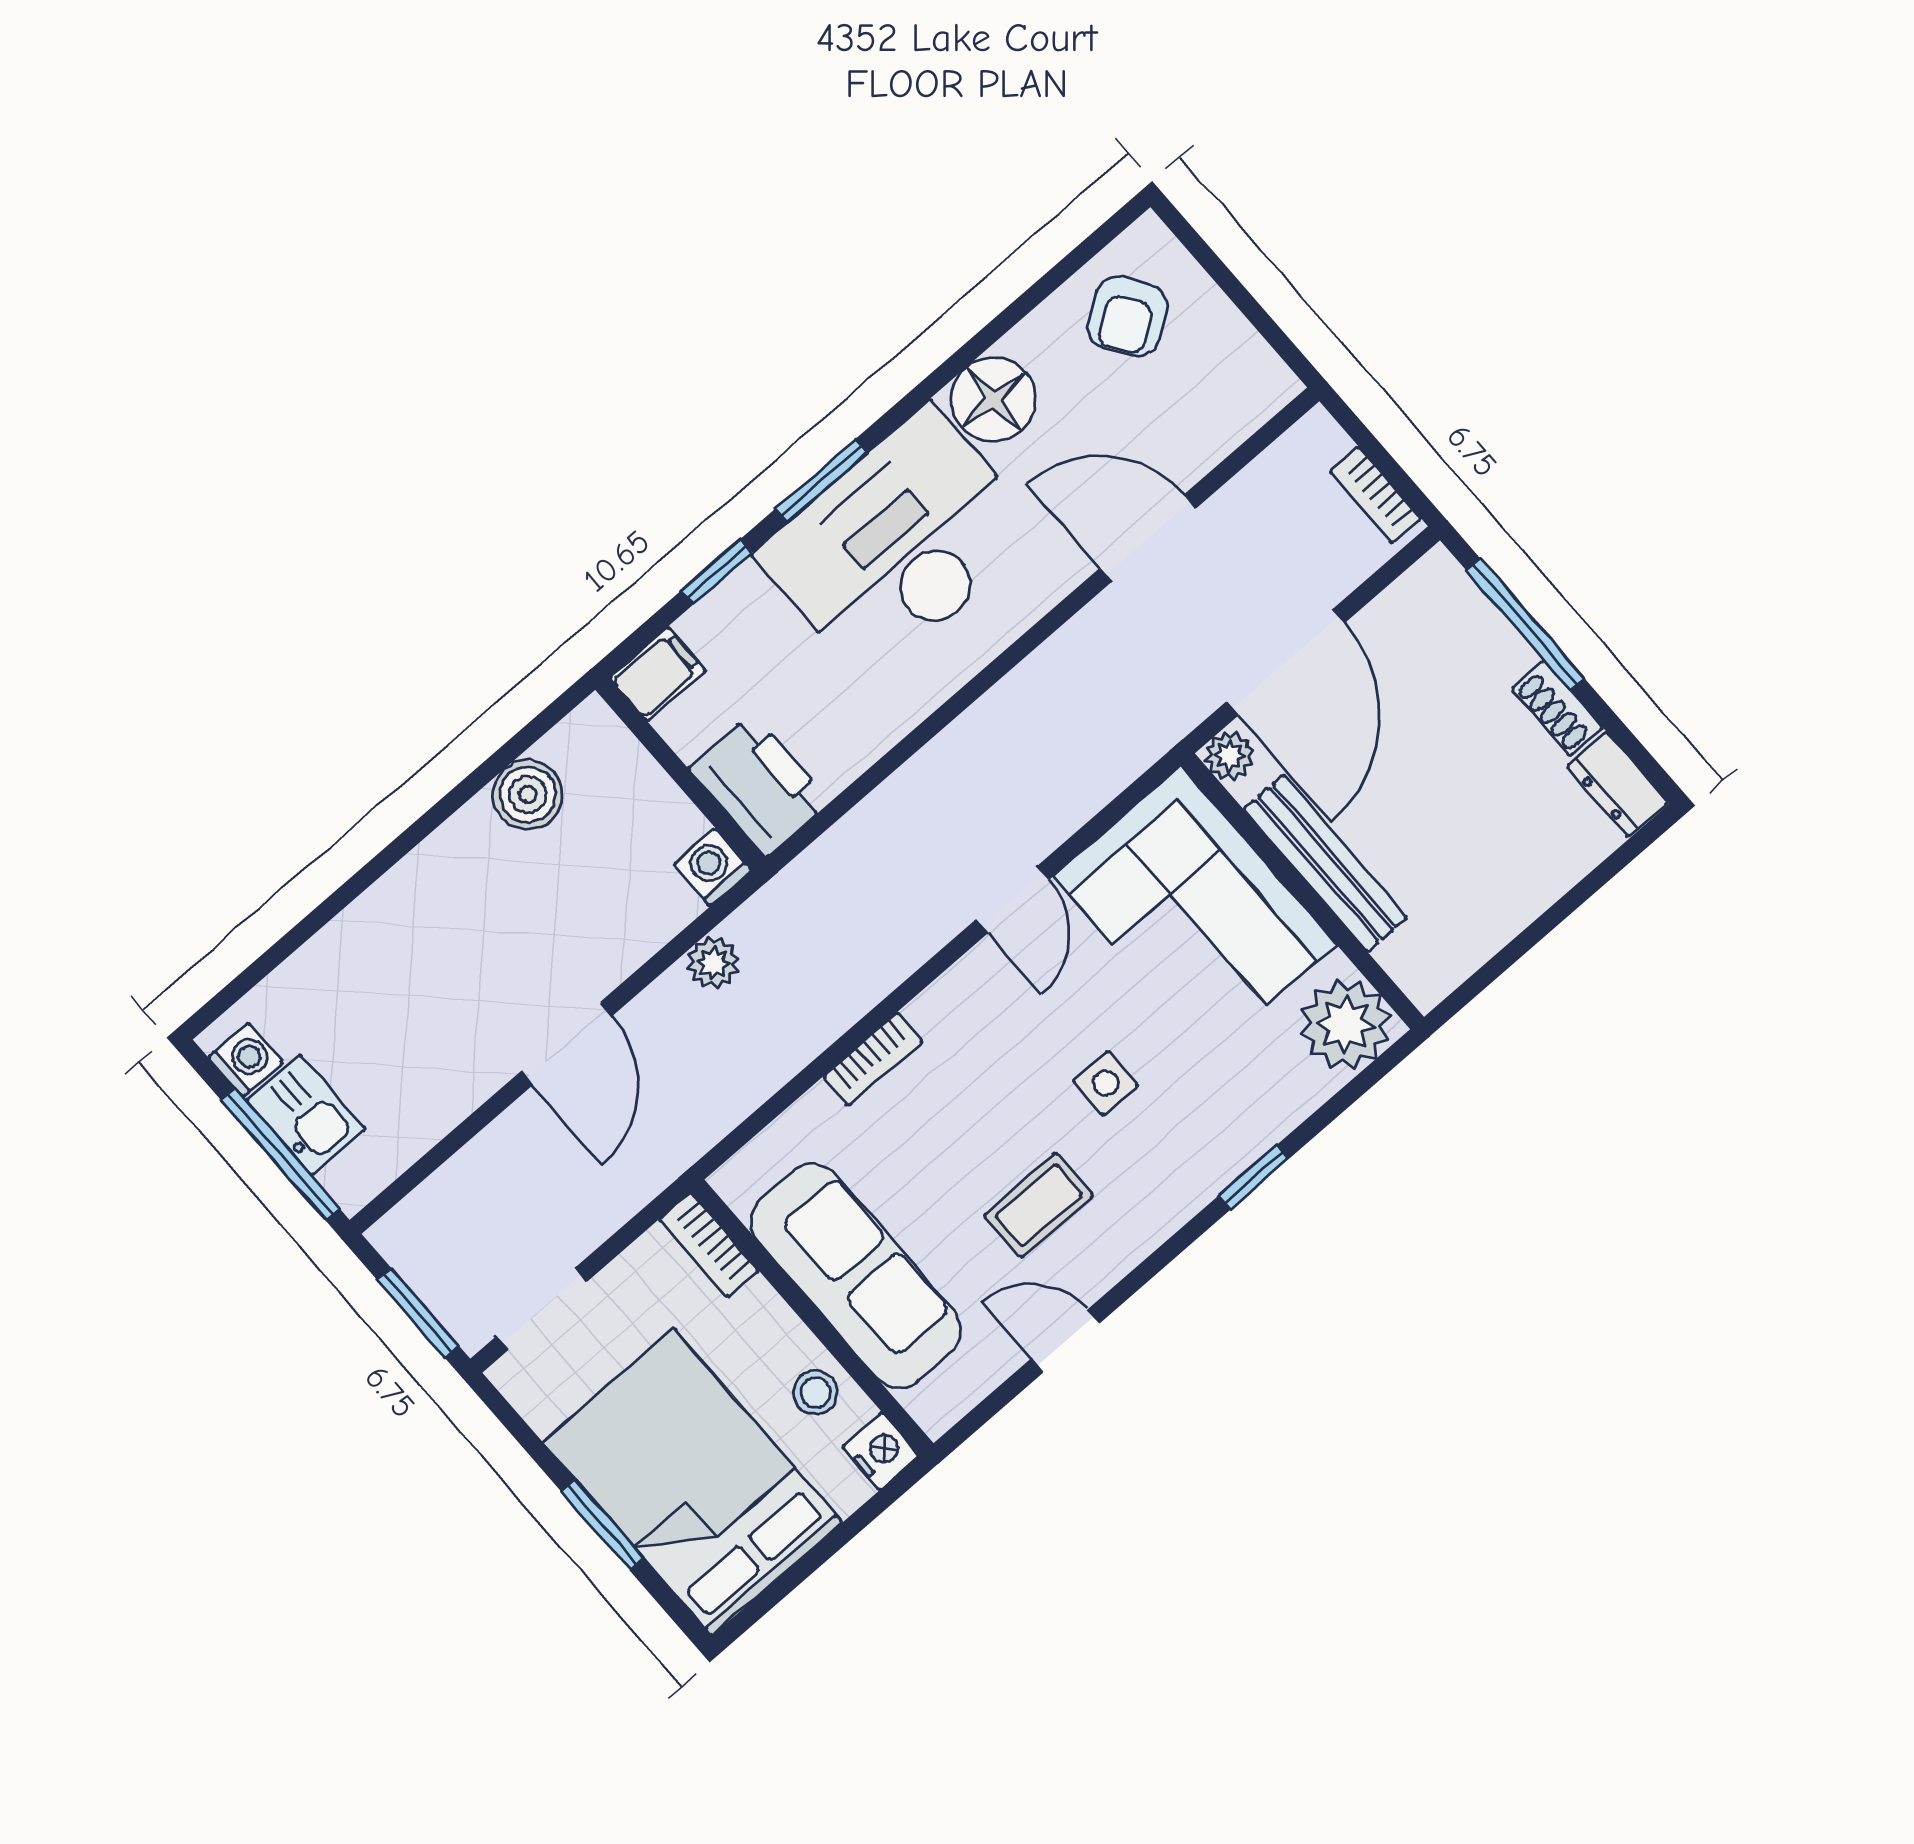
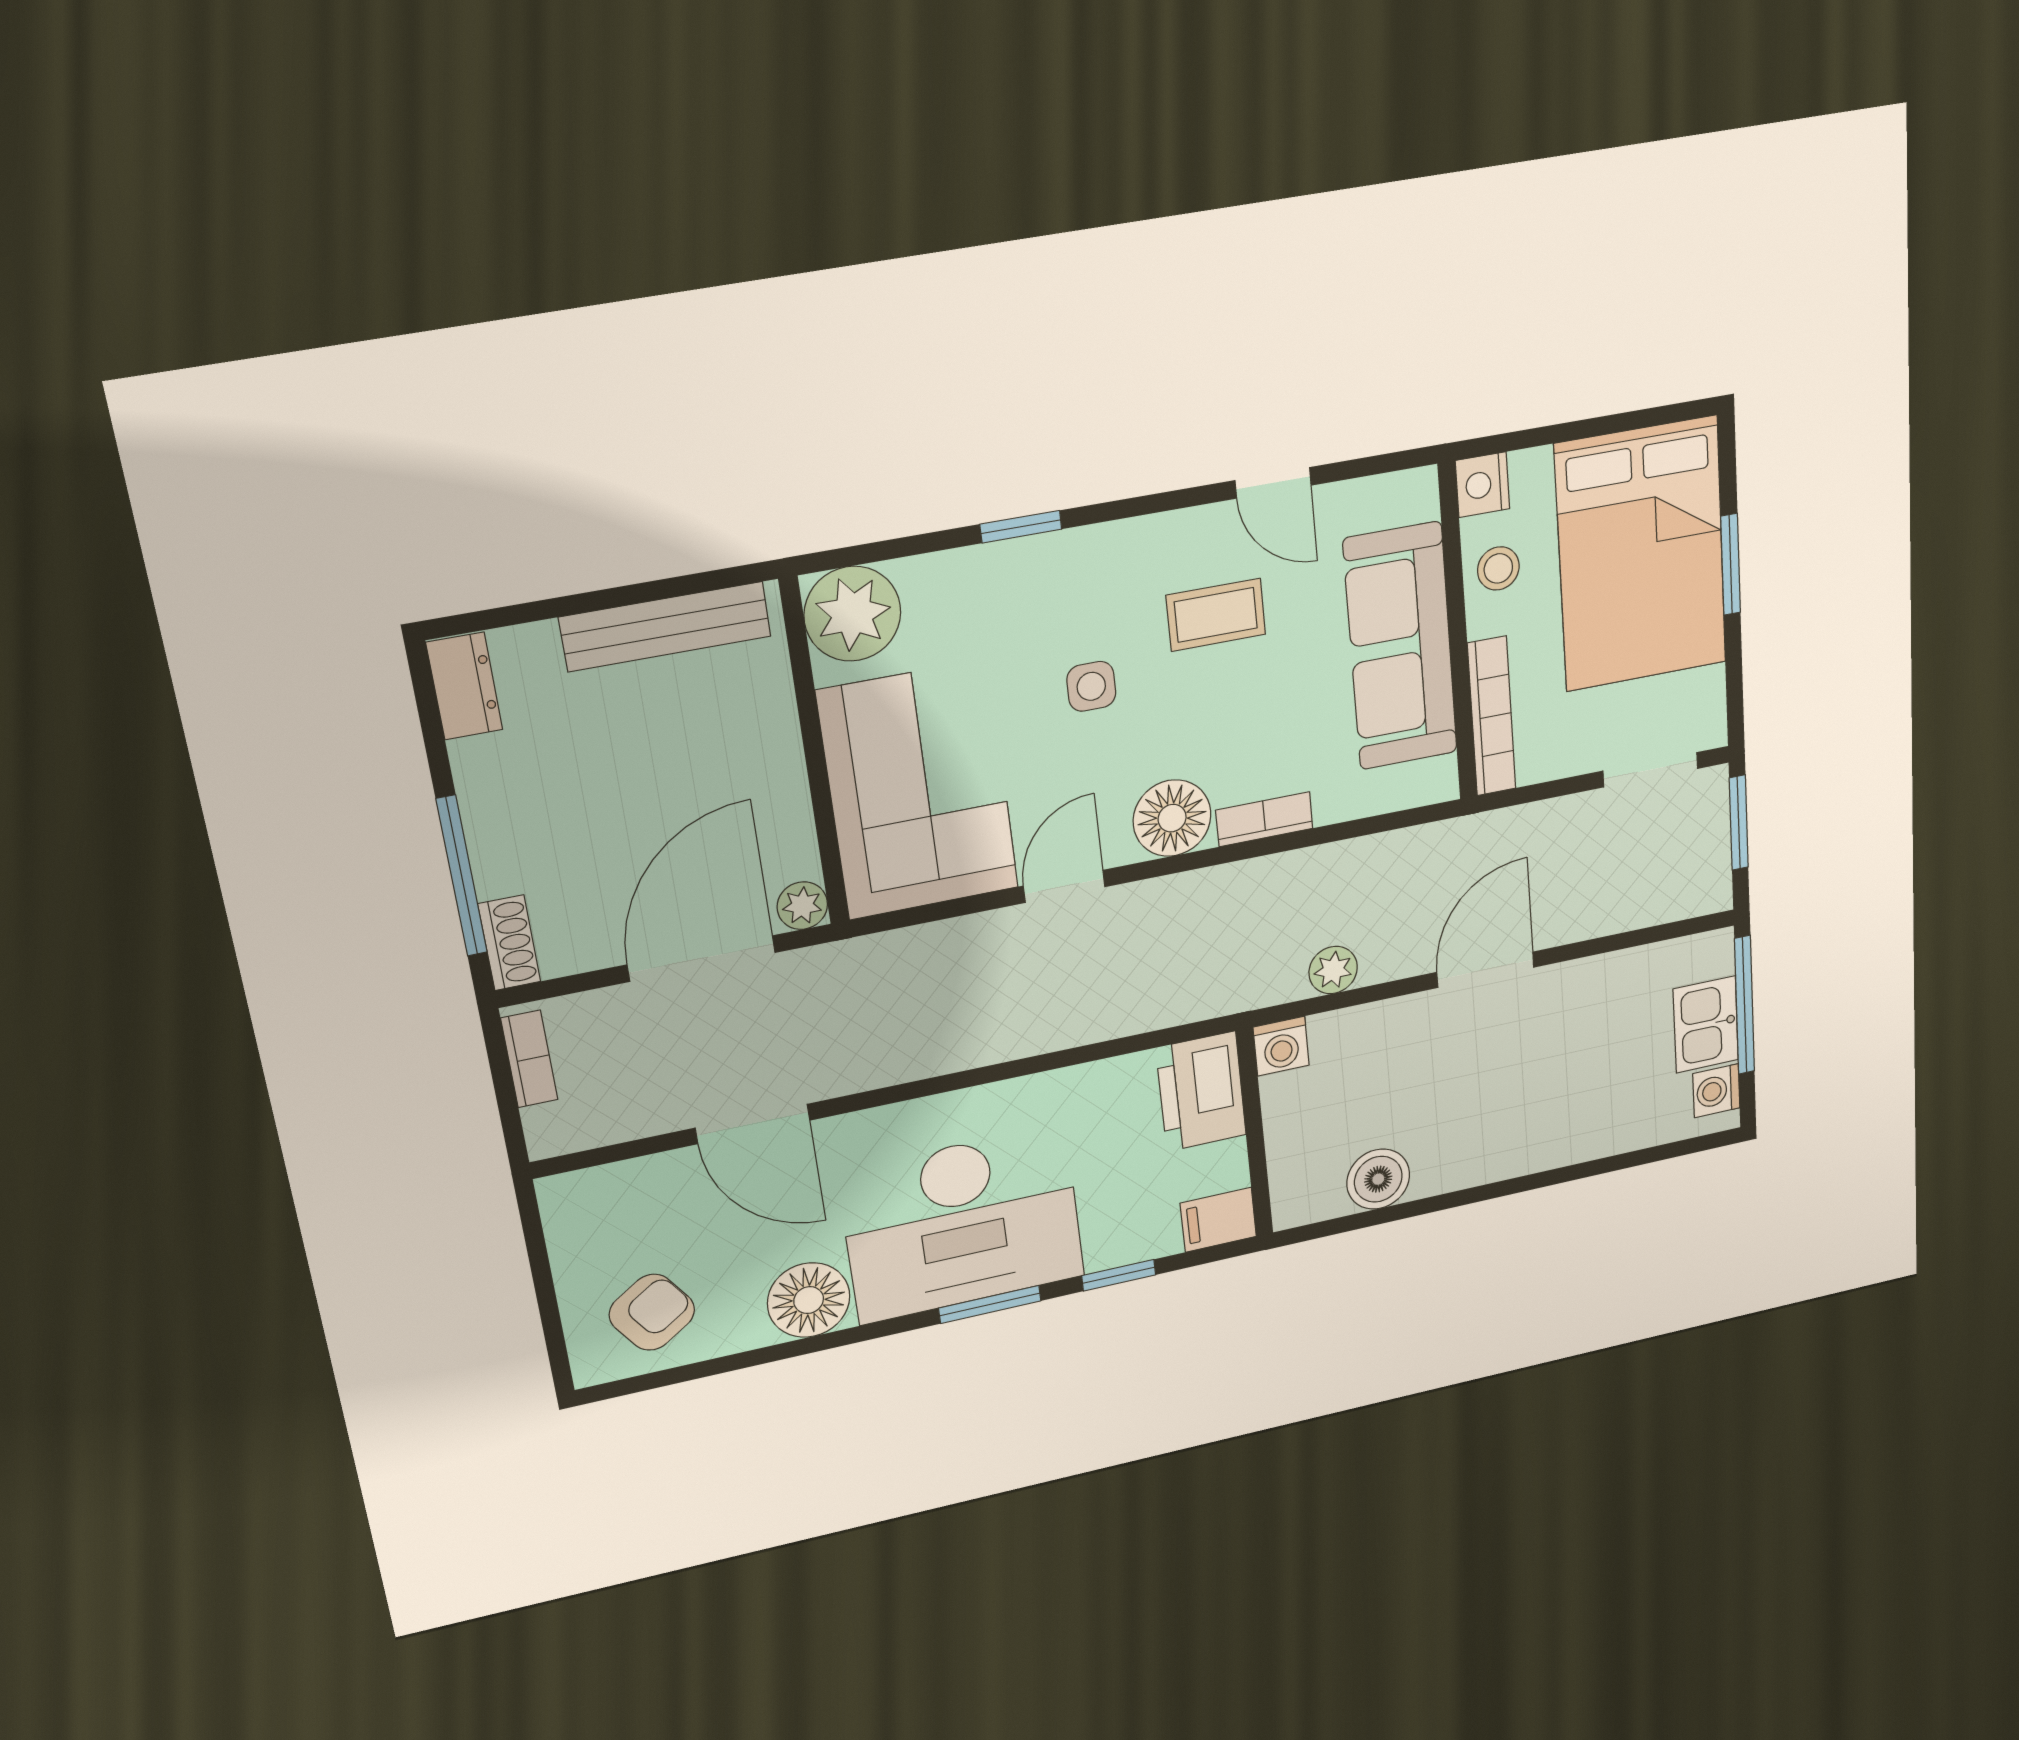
shoe rack: (1557, 708) -> (509, 943), moved
bench: (1326, 863) -> (665, 627), moved, turned 90
floor lamp: (957, 1013) -> (1172, 818), added
bookcase: (709, 1245) -> (1492, 716), width x1.56

